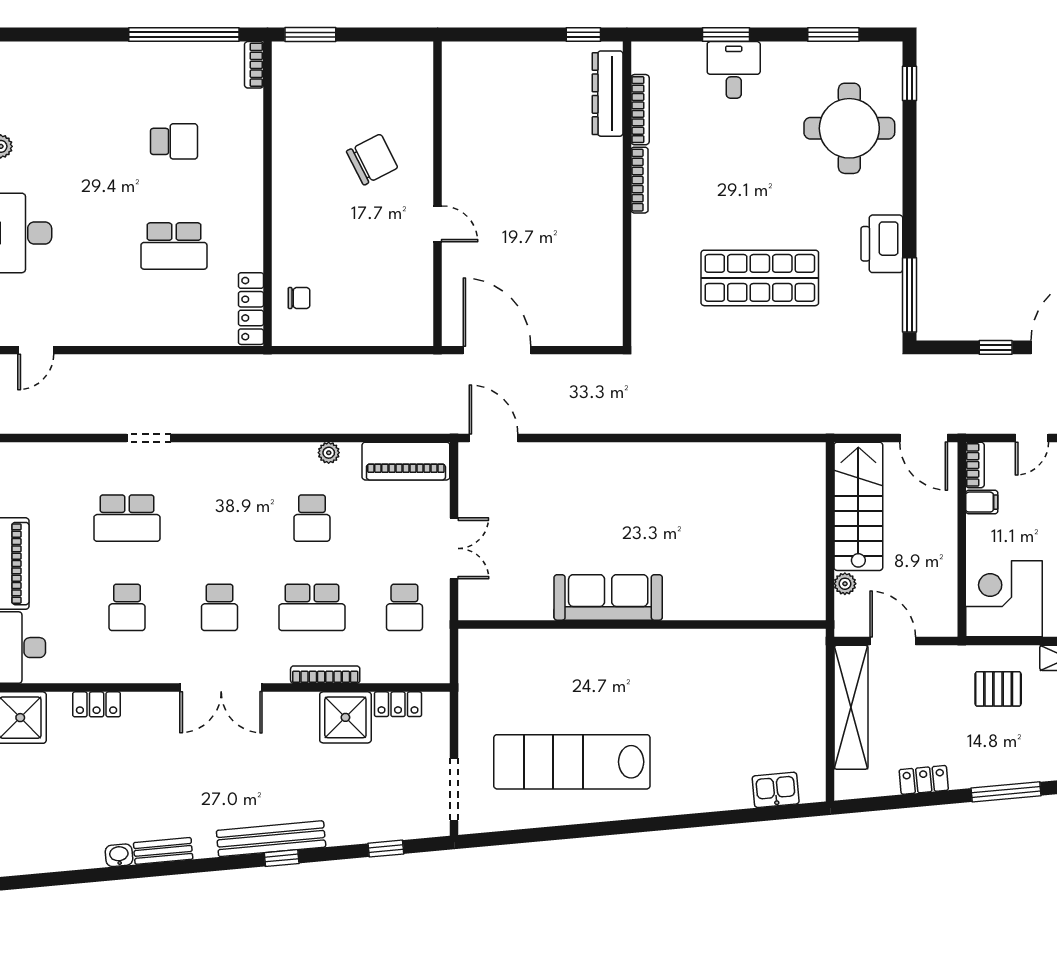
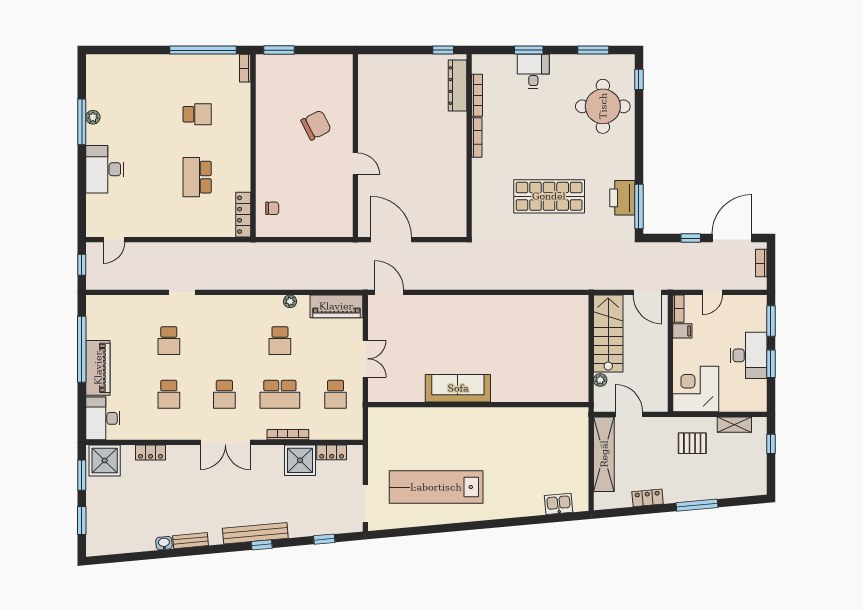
printer: (882, 244) -> (622, 198), moved
school desk: (174, 246) -> (197, 177), turned 90
school desk: (127, 518) -> (169, 341), width x0.54

